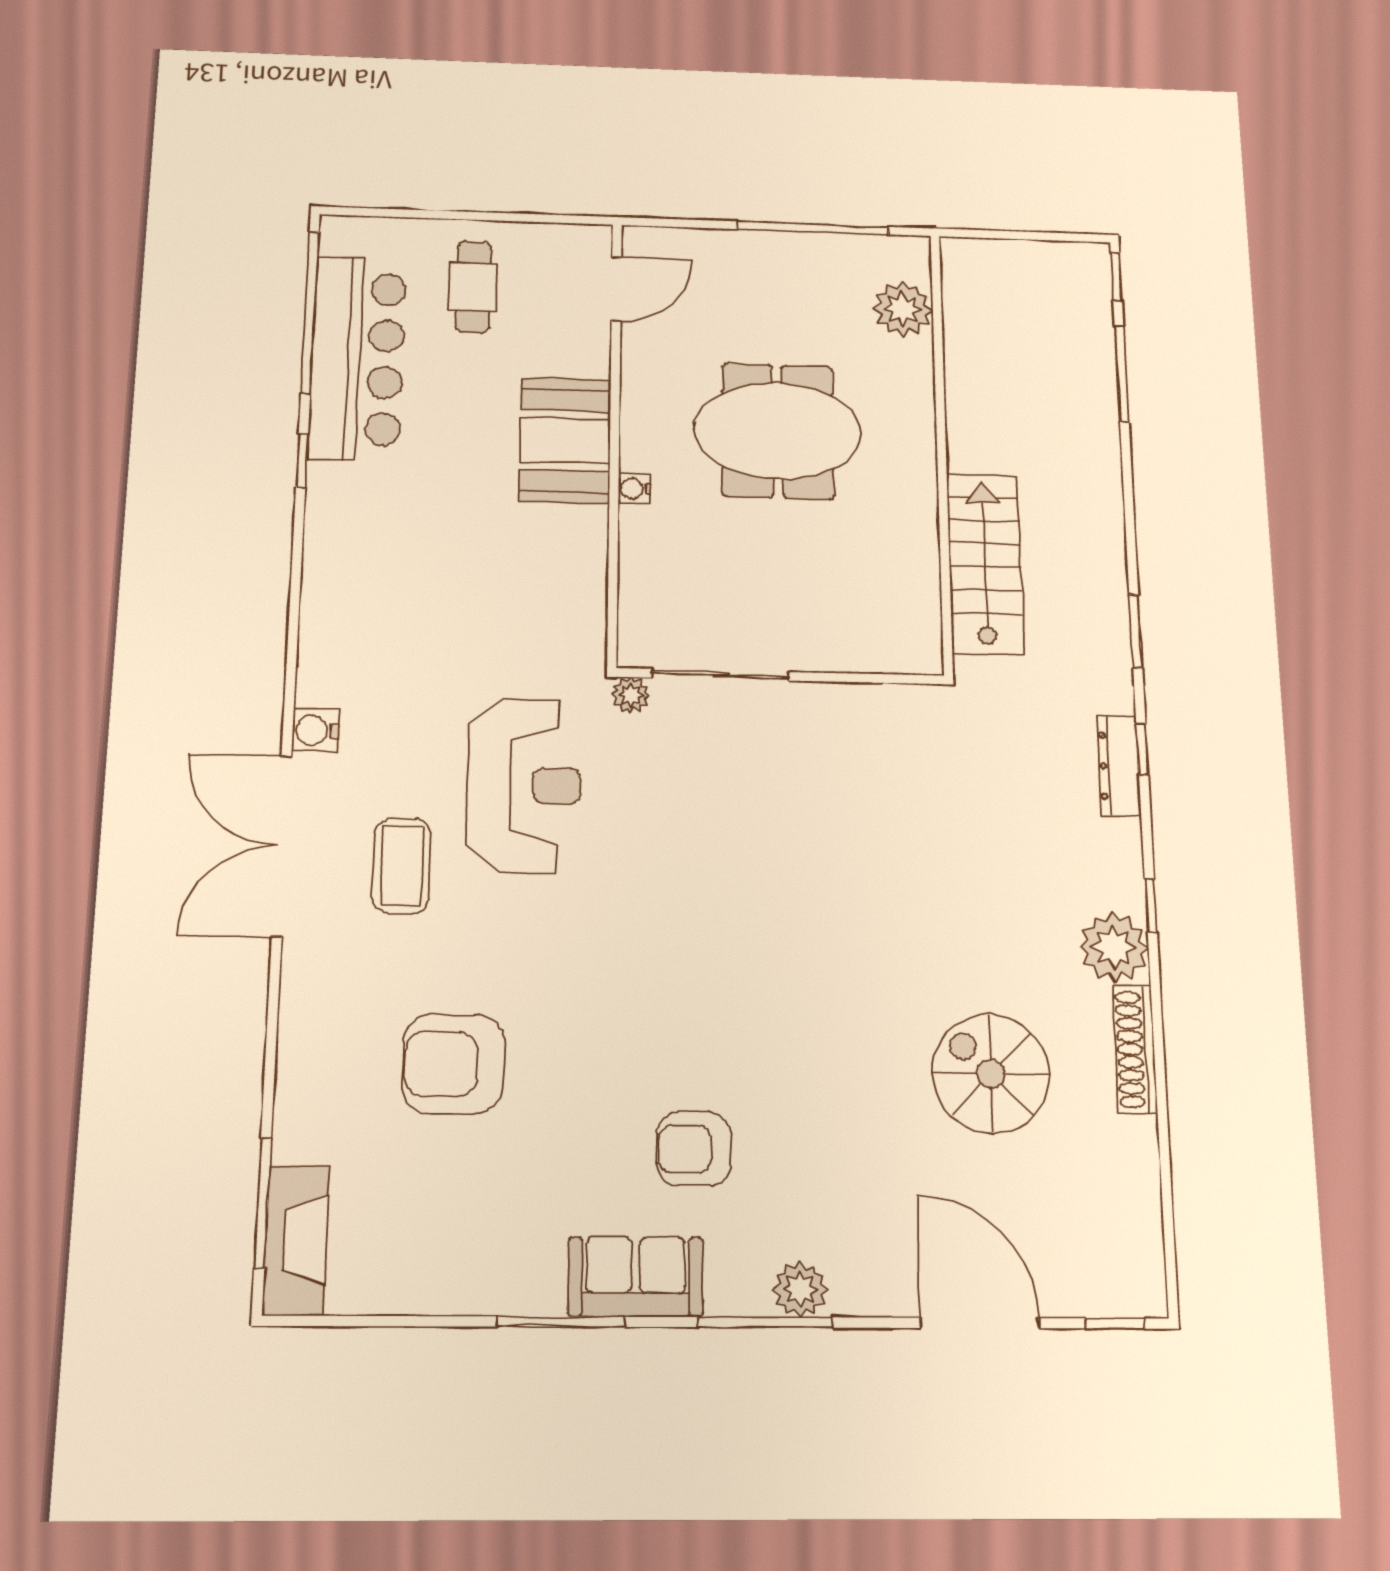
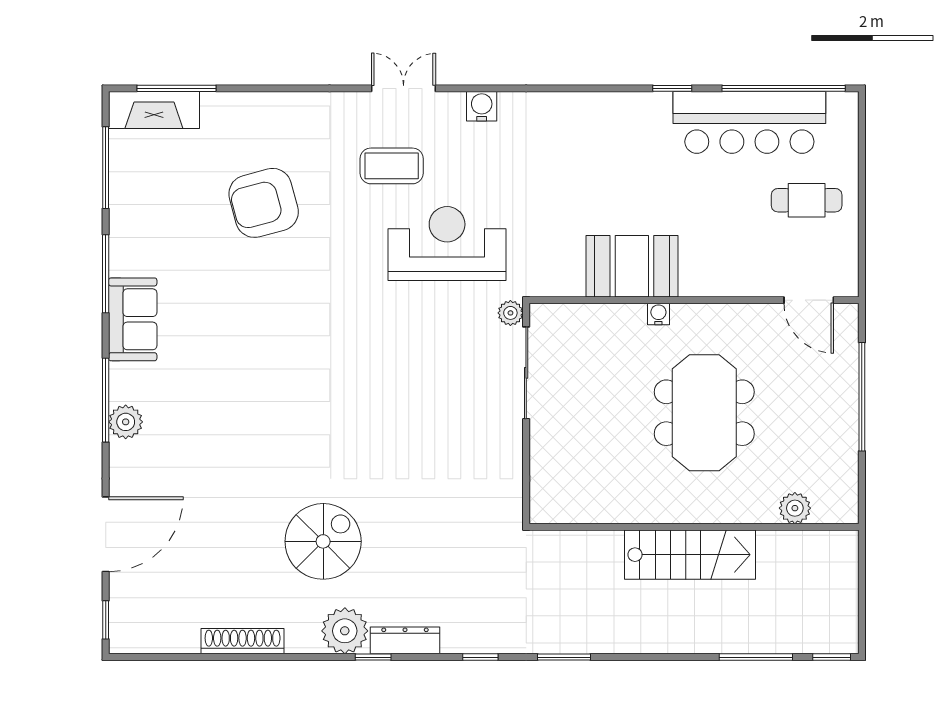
window: (813, 228) -> (862, 397), moved
plant: (903, 309) -> (795, 508), width x0.73, depth x0.73
booth: (565, 440) -> (632, 266), moved
stairs: (985, 563) -> (690, 555), moved
dresser: (1119, 766) -> (405, 640), moved
reception desk: (524, 785) -> (447, 244), turned 180
double door: (282, 846) -> (404, 88), width x0.54
shoe rack: (1135, 1049) -> (243, 641), moved
armchair: (453, 1064) -> (264, 203), turned -105
spiral stairs: (991, 1074) -> (323, 541), moved
armchair: (694, 1149) -> (212, 355), removed
window: (387, 1321) -> (106, 168), added

